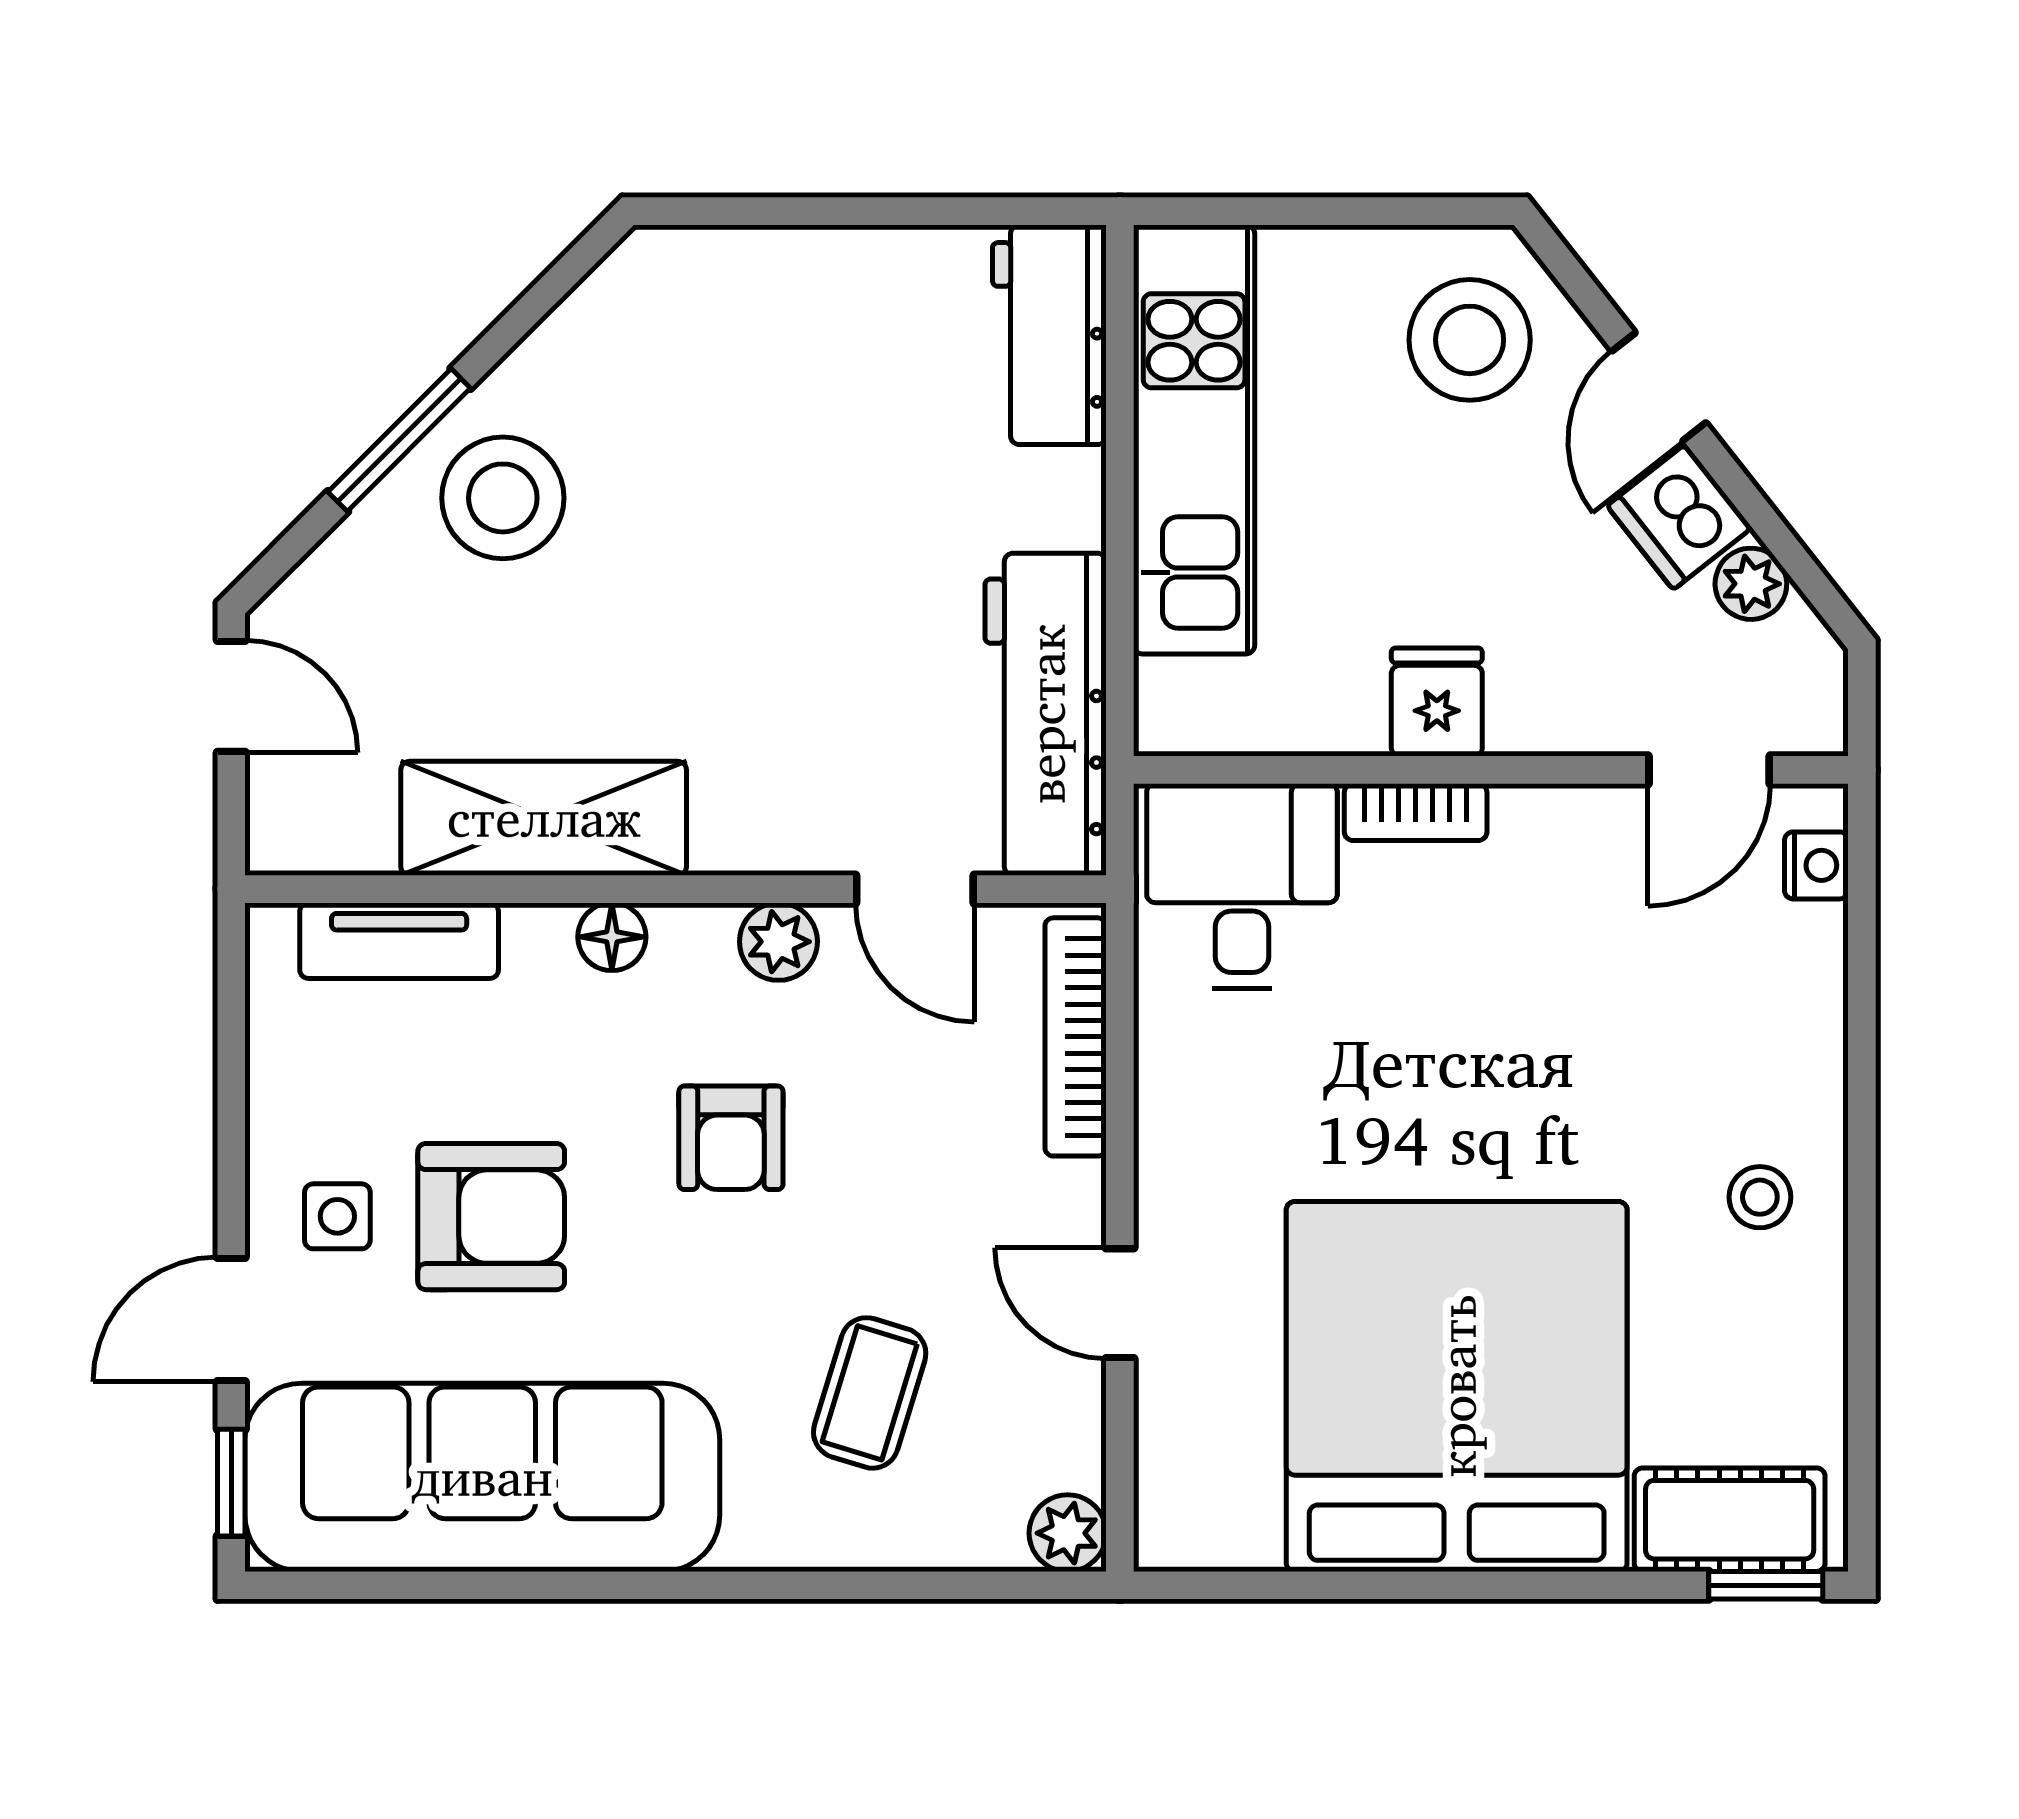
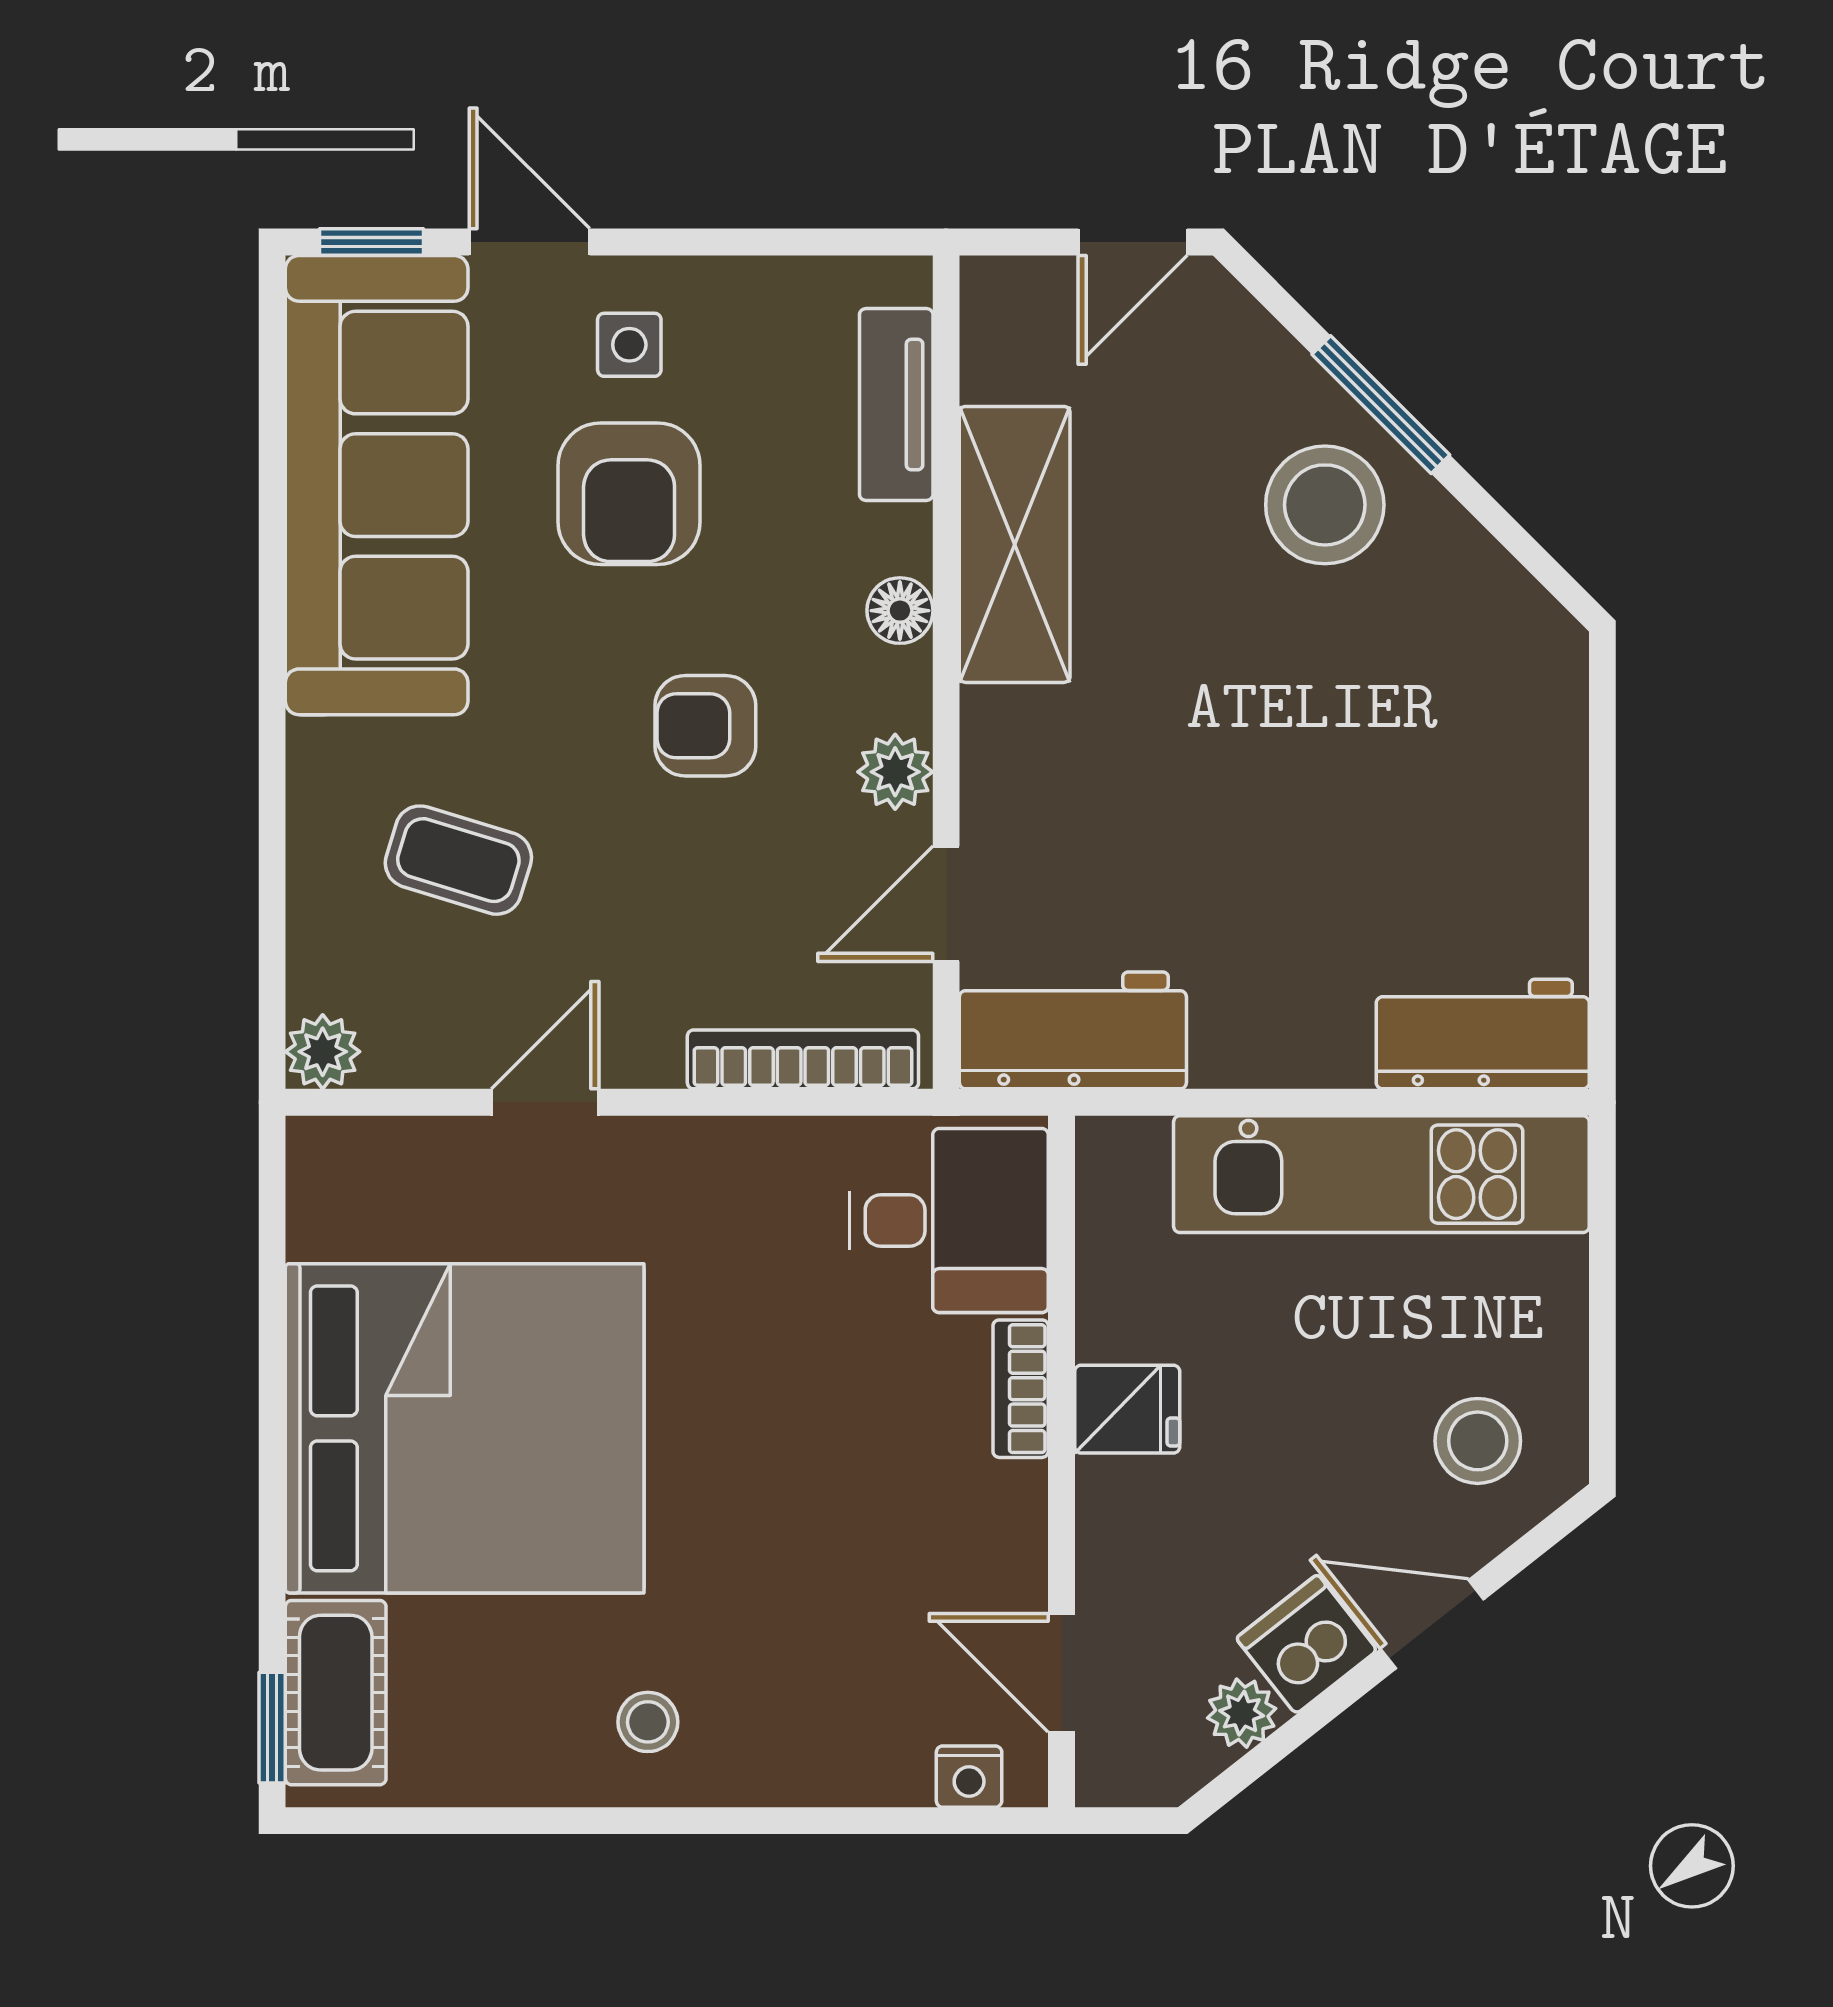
stool: (1470, 340) -> (1478, 1441), width x0.73, depth x0.73
workbench: (1046, 714) -> (1073, 1030), width x0.73

